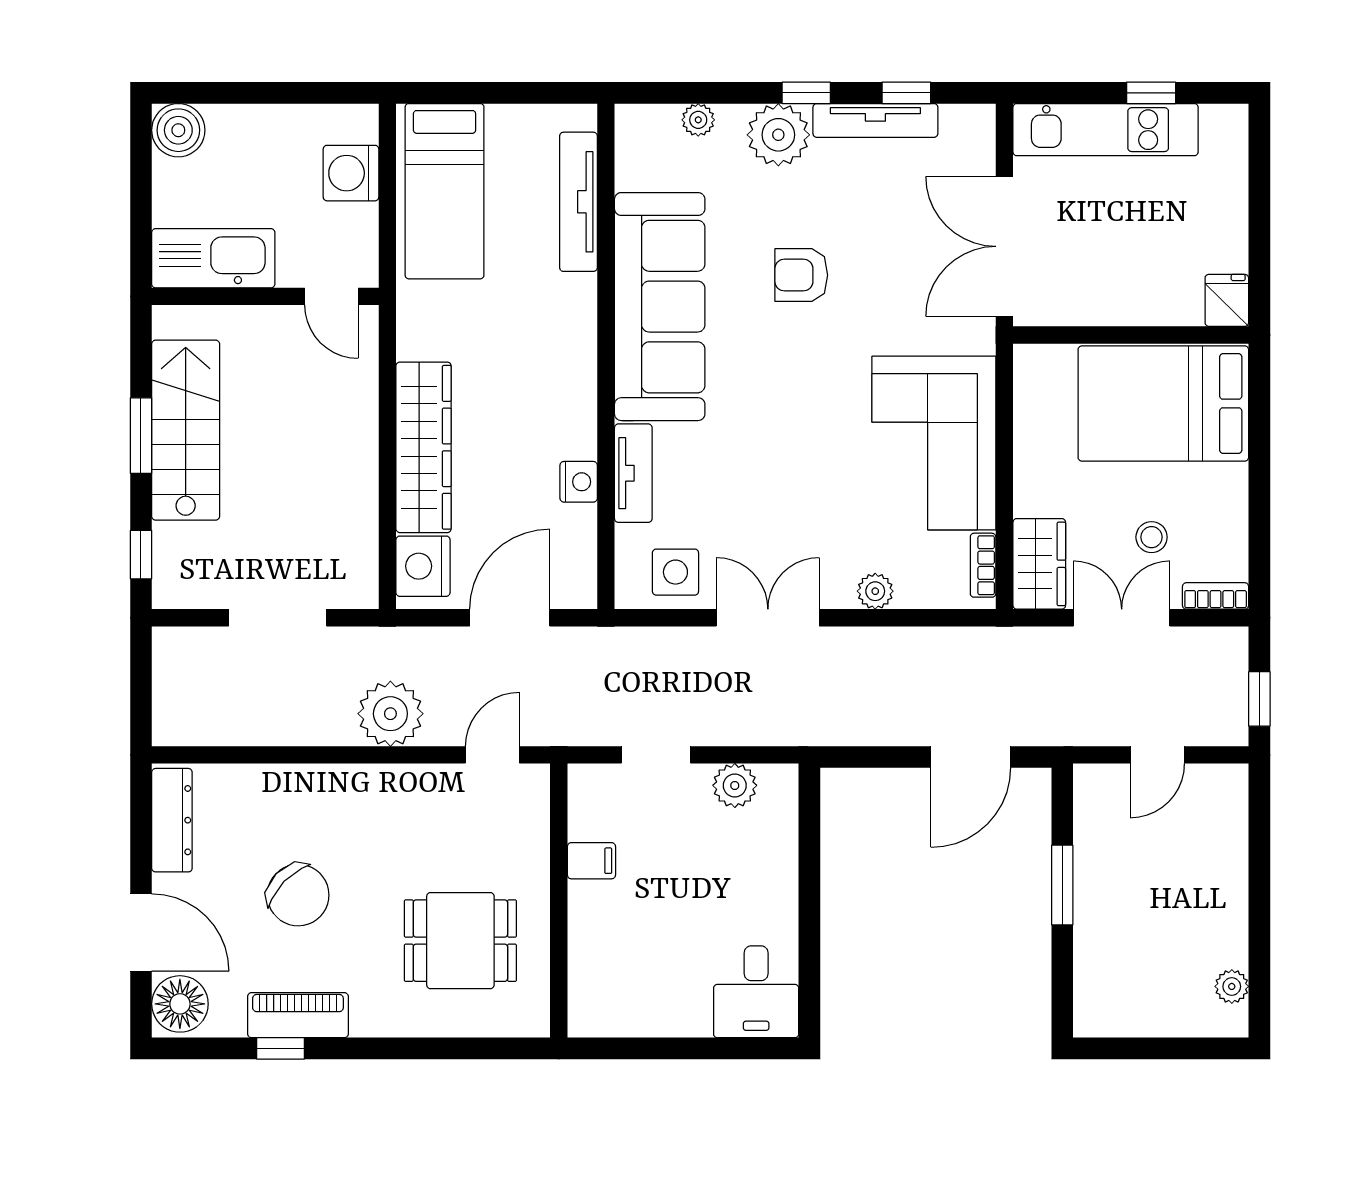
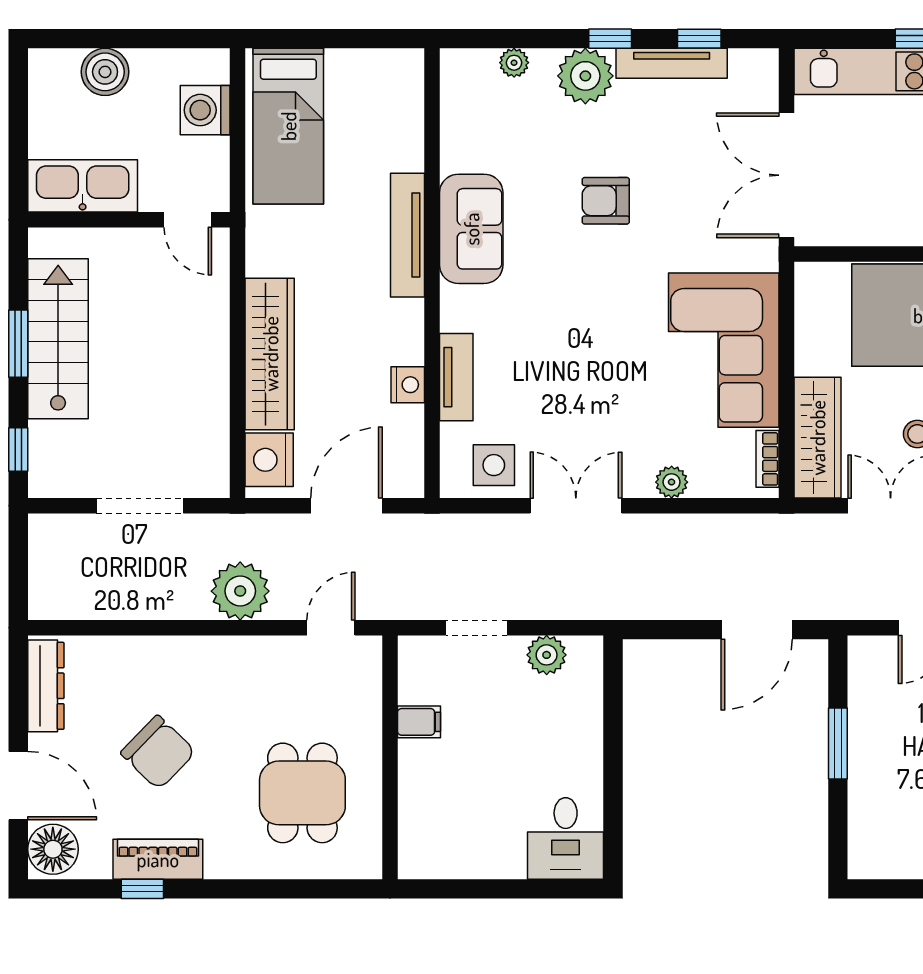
boiler: (178, 130) -> (105, 72), moved
tv unit: (578, 202) -> (408, 235), moved
sofa: (660, 307) -> (471, 229), width x0.54, depth x0.79
wardrobe: (1039, 564) -> (817, 438), width x1.50
dining table: (460, 941) -> (302, 793), turned 90

